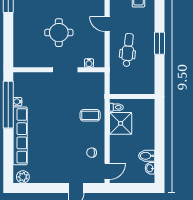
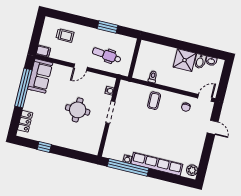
wall: (132, 97) -> (135, 58), moved
shower: (121, 123) -> (185, 60), moved
door: (107, 171) -> (205, 98), hinge flipped

